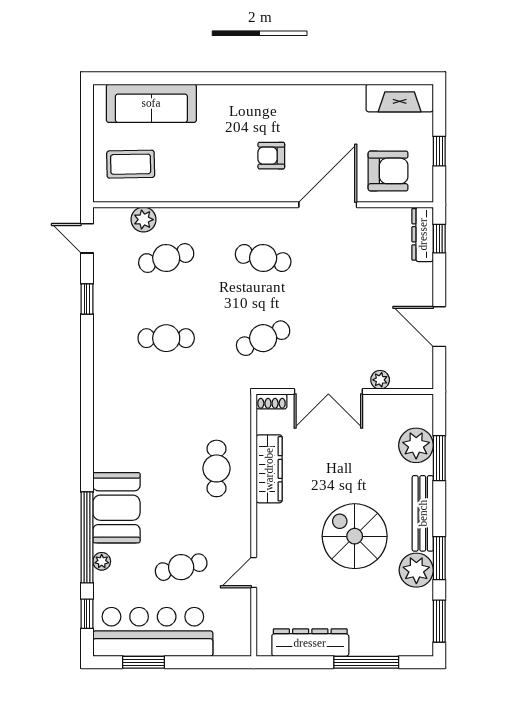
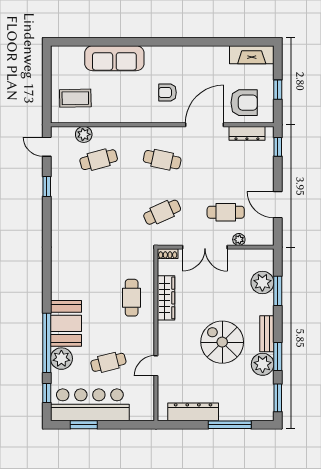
sofa: (151, 103) -> (114, 58), moved
dresser: (423, 234) -> (247, 133), moved, turned -90
cafe table: (166, 338) -> (226, 212), moved
bench: (423, 513) -> (267, 334), width x0.73
plant: (102, 561) -> (61, 359), width x1.88, depth x1.88

